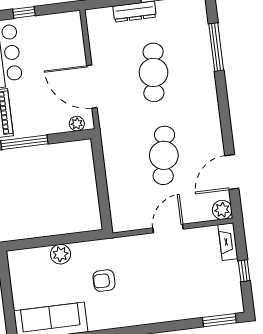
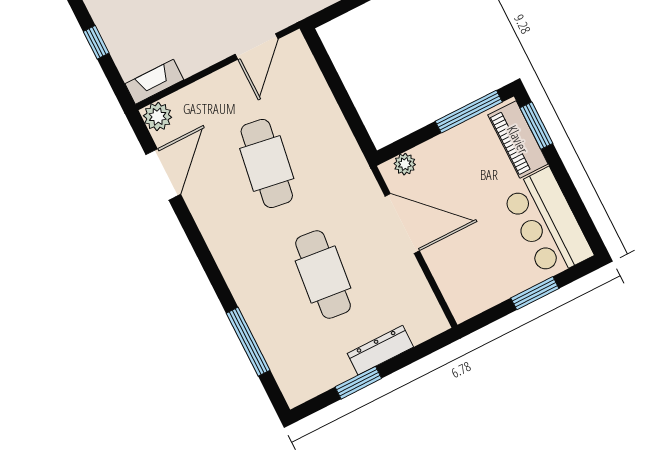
window: (24, 12) -> (535, 293), width x1.50
door: (168, 229) -> (257, 47), moved
fireplace: (228, 242) -> (154, 82), moved, turned -90

